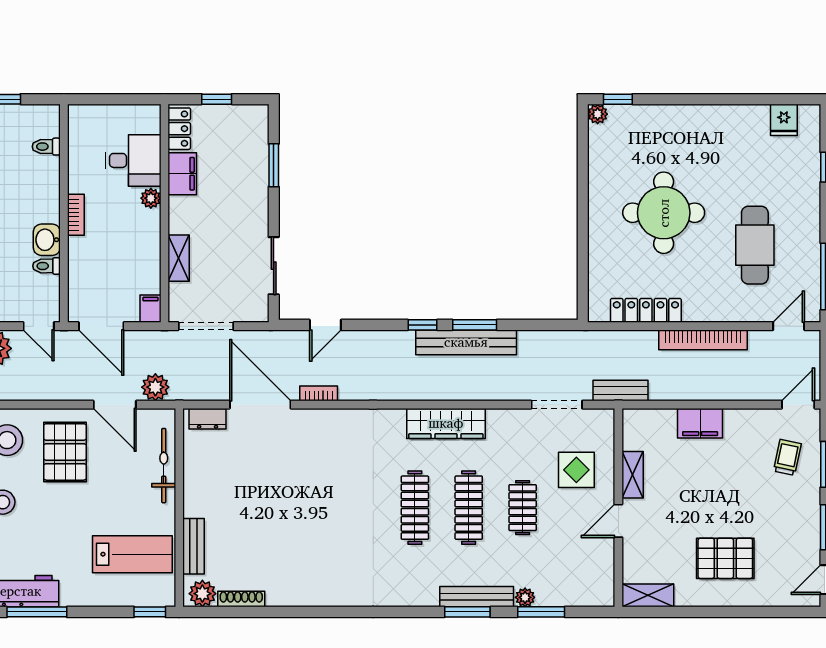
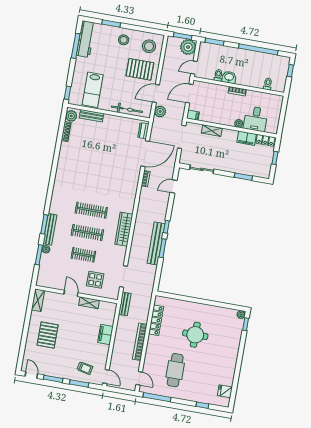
round table: (664, 213) -> (195, 335), width x0.73, depth x0.73
cafe table: (755, 245) -> (175, 370), turned 90
door: (325, 325) -> (173, 186), hinge flipped

